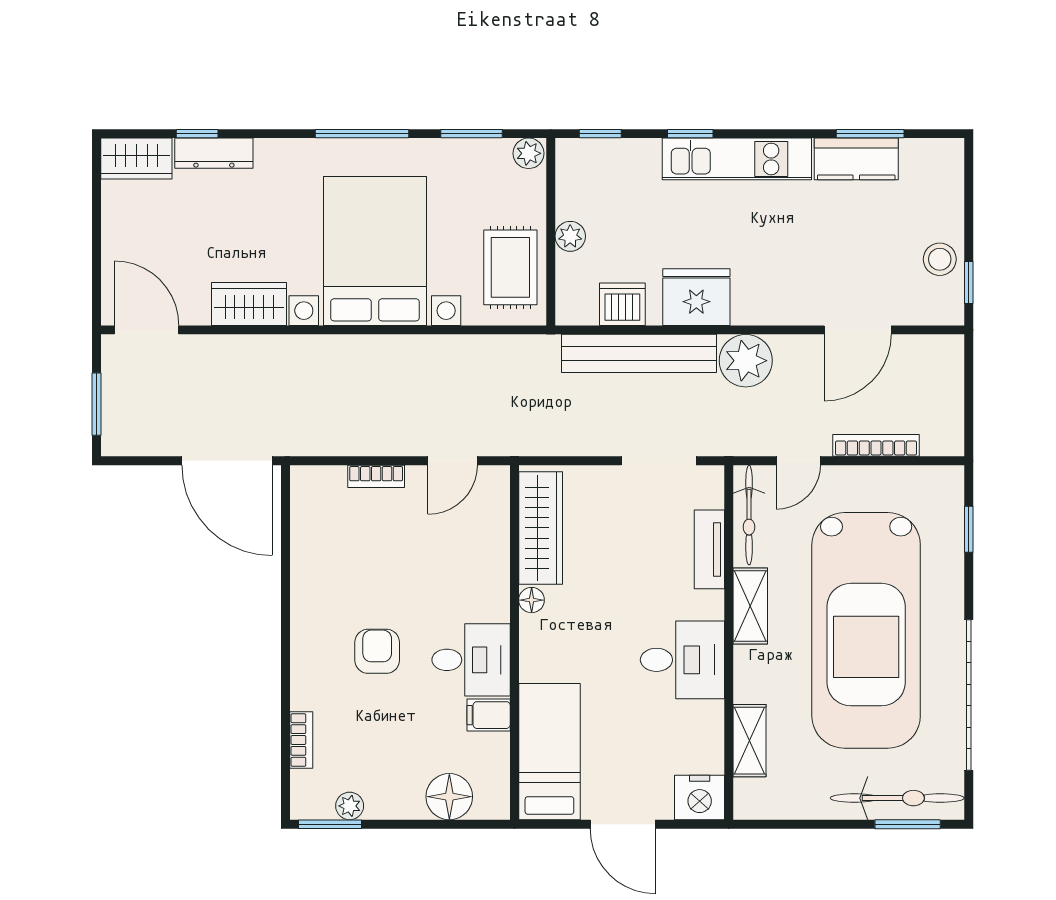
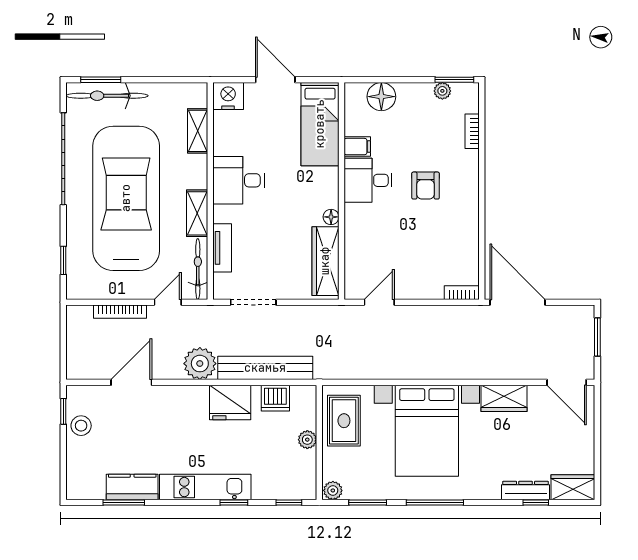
bookcase: (376, 476) -> (462, 293), moved

